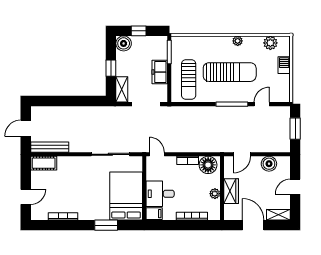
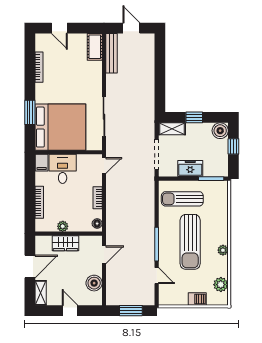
door: (242, 154) -> (104, 255), swing flipped
floor lamp: (208, 165) -> (97, 224), width x0.53, depth x0.53
bed: (126, 196) -> (60, 127), width x1.36

